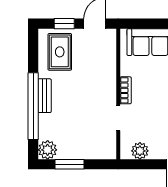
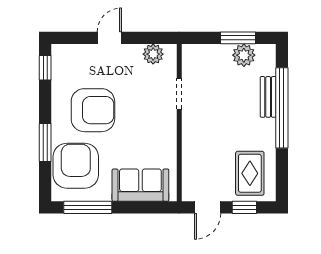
bookcase: (126, 90) -> (170, 127), removed
bench: (45, 96) -> (268, 97), moved
plant: (48, 150) -> (244, 55), moved

